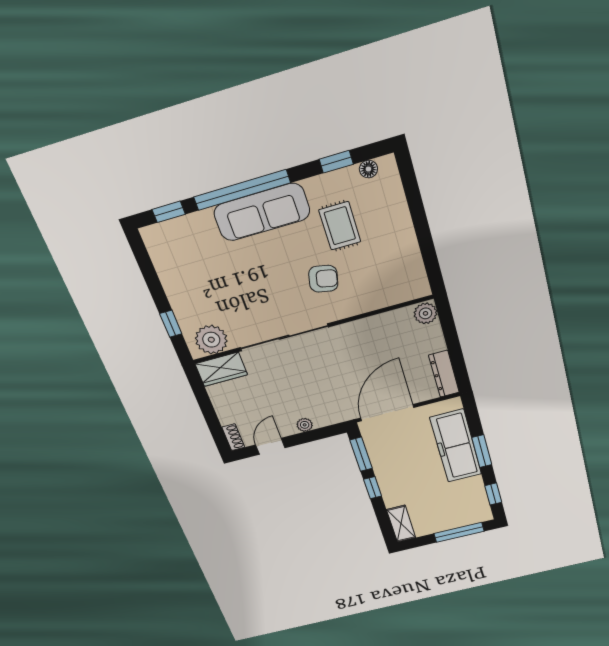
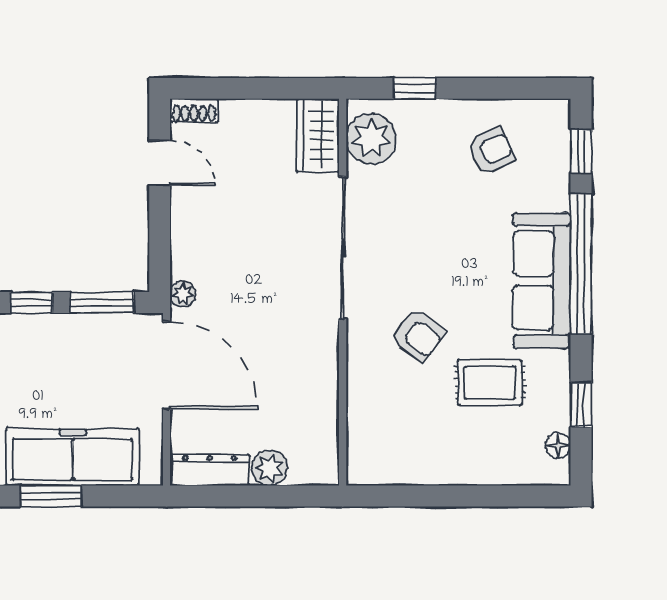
armchair: (191, 268) -> (491, 151), added
armchair: (323, 279) -> (418, 335), turned -65
plant: (426, 313) -> (270, 468), moved
plant: (305, 425) -> (183, 294), moved

